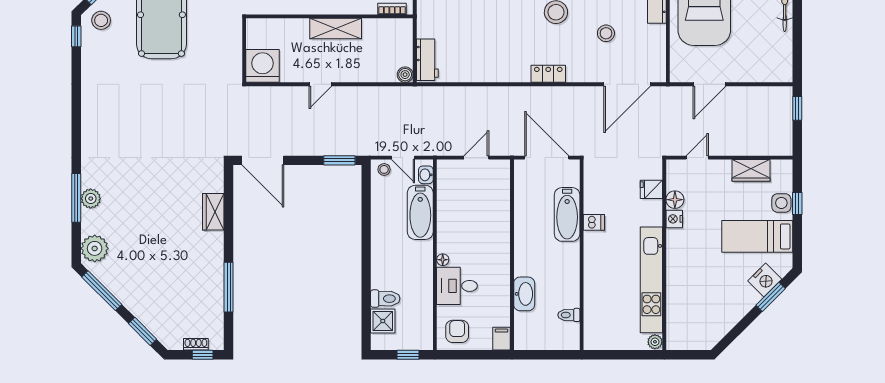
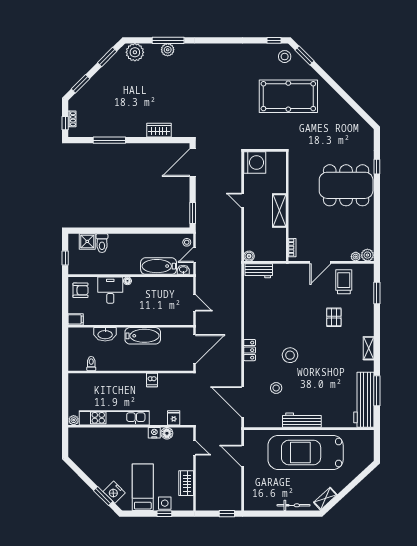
bathtub: (567, 214) -> (143, 336), moved, turned 180
window: (102, 291) -> (107, 57), width x0.69

